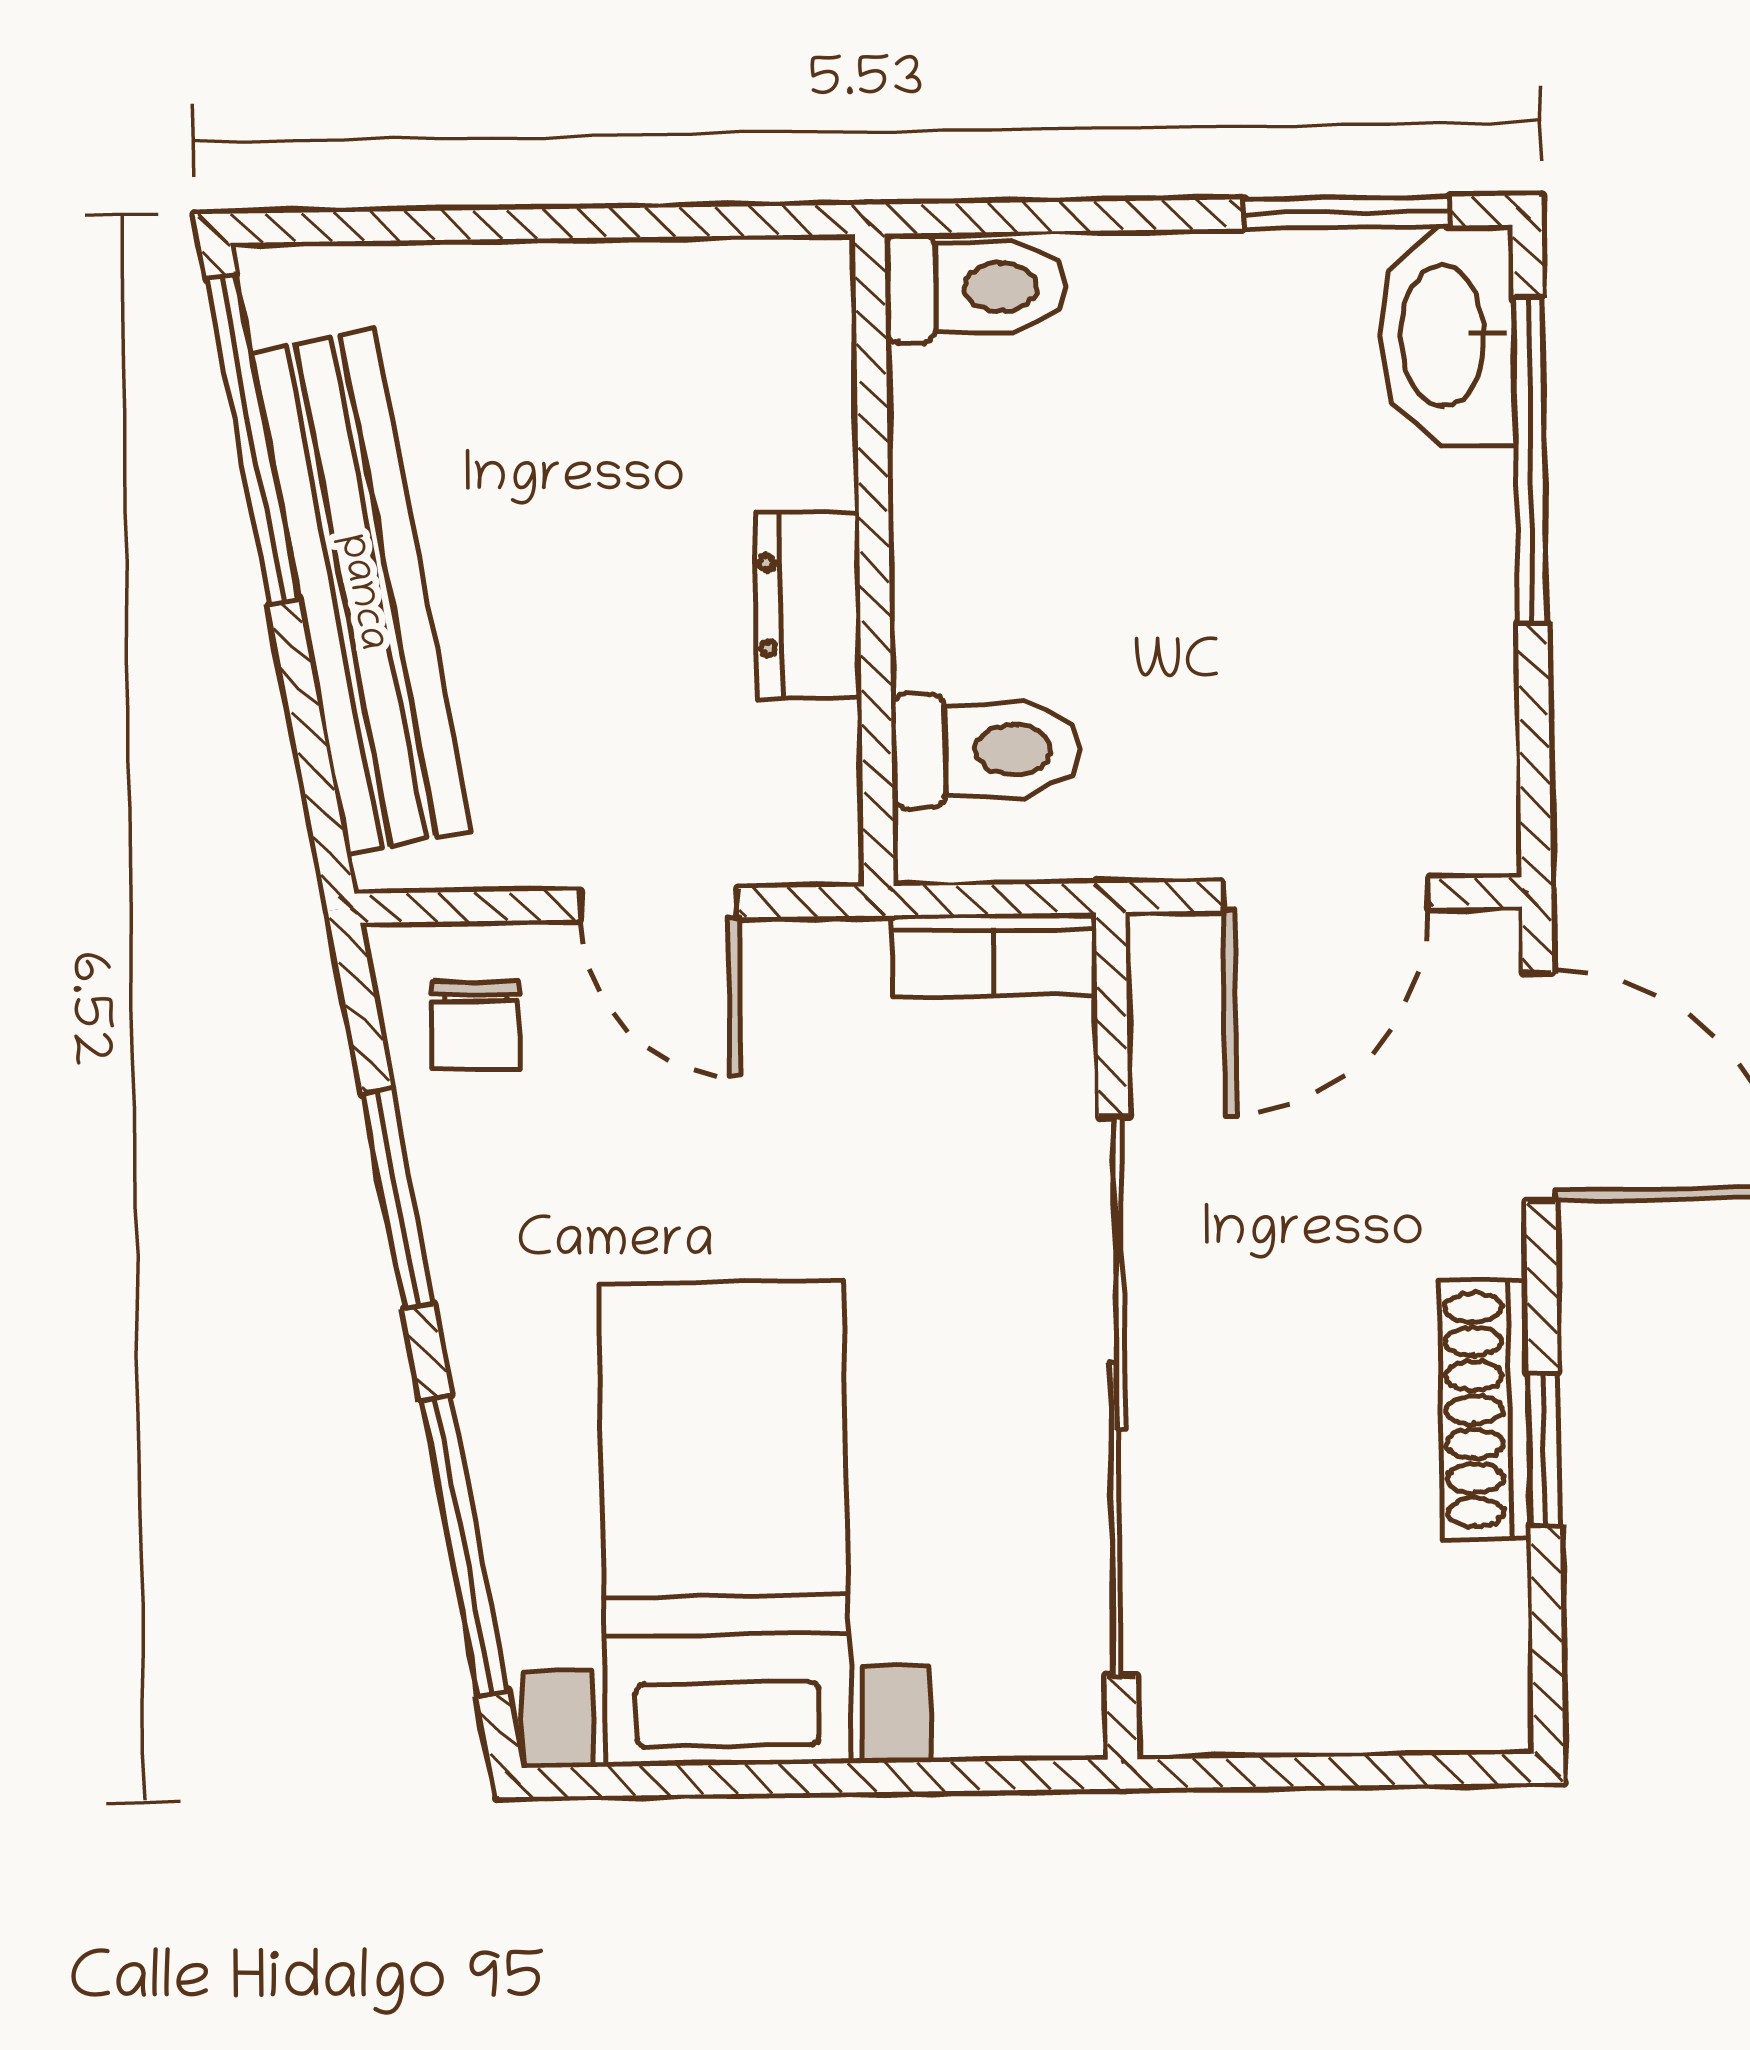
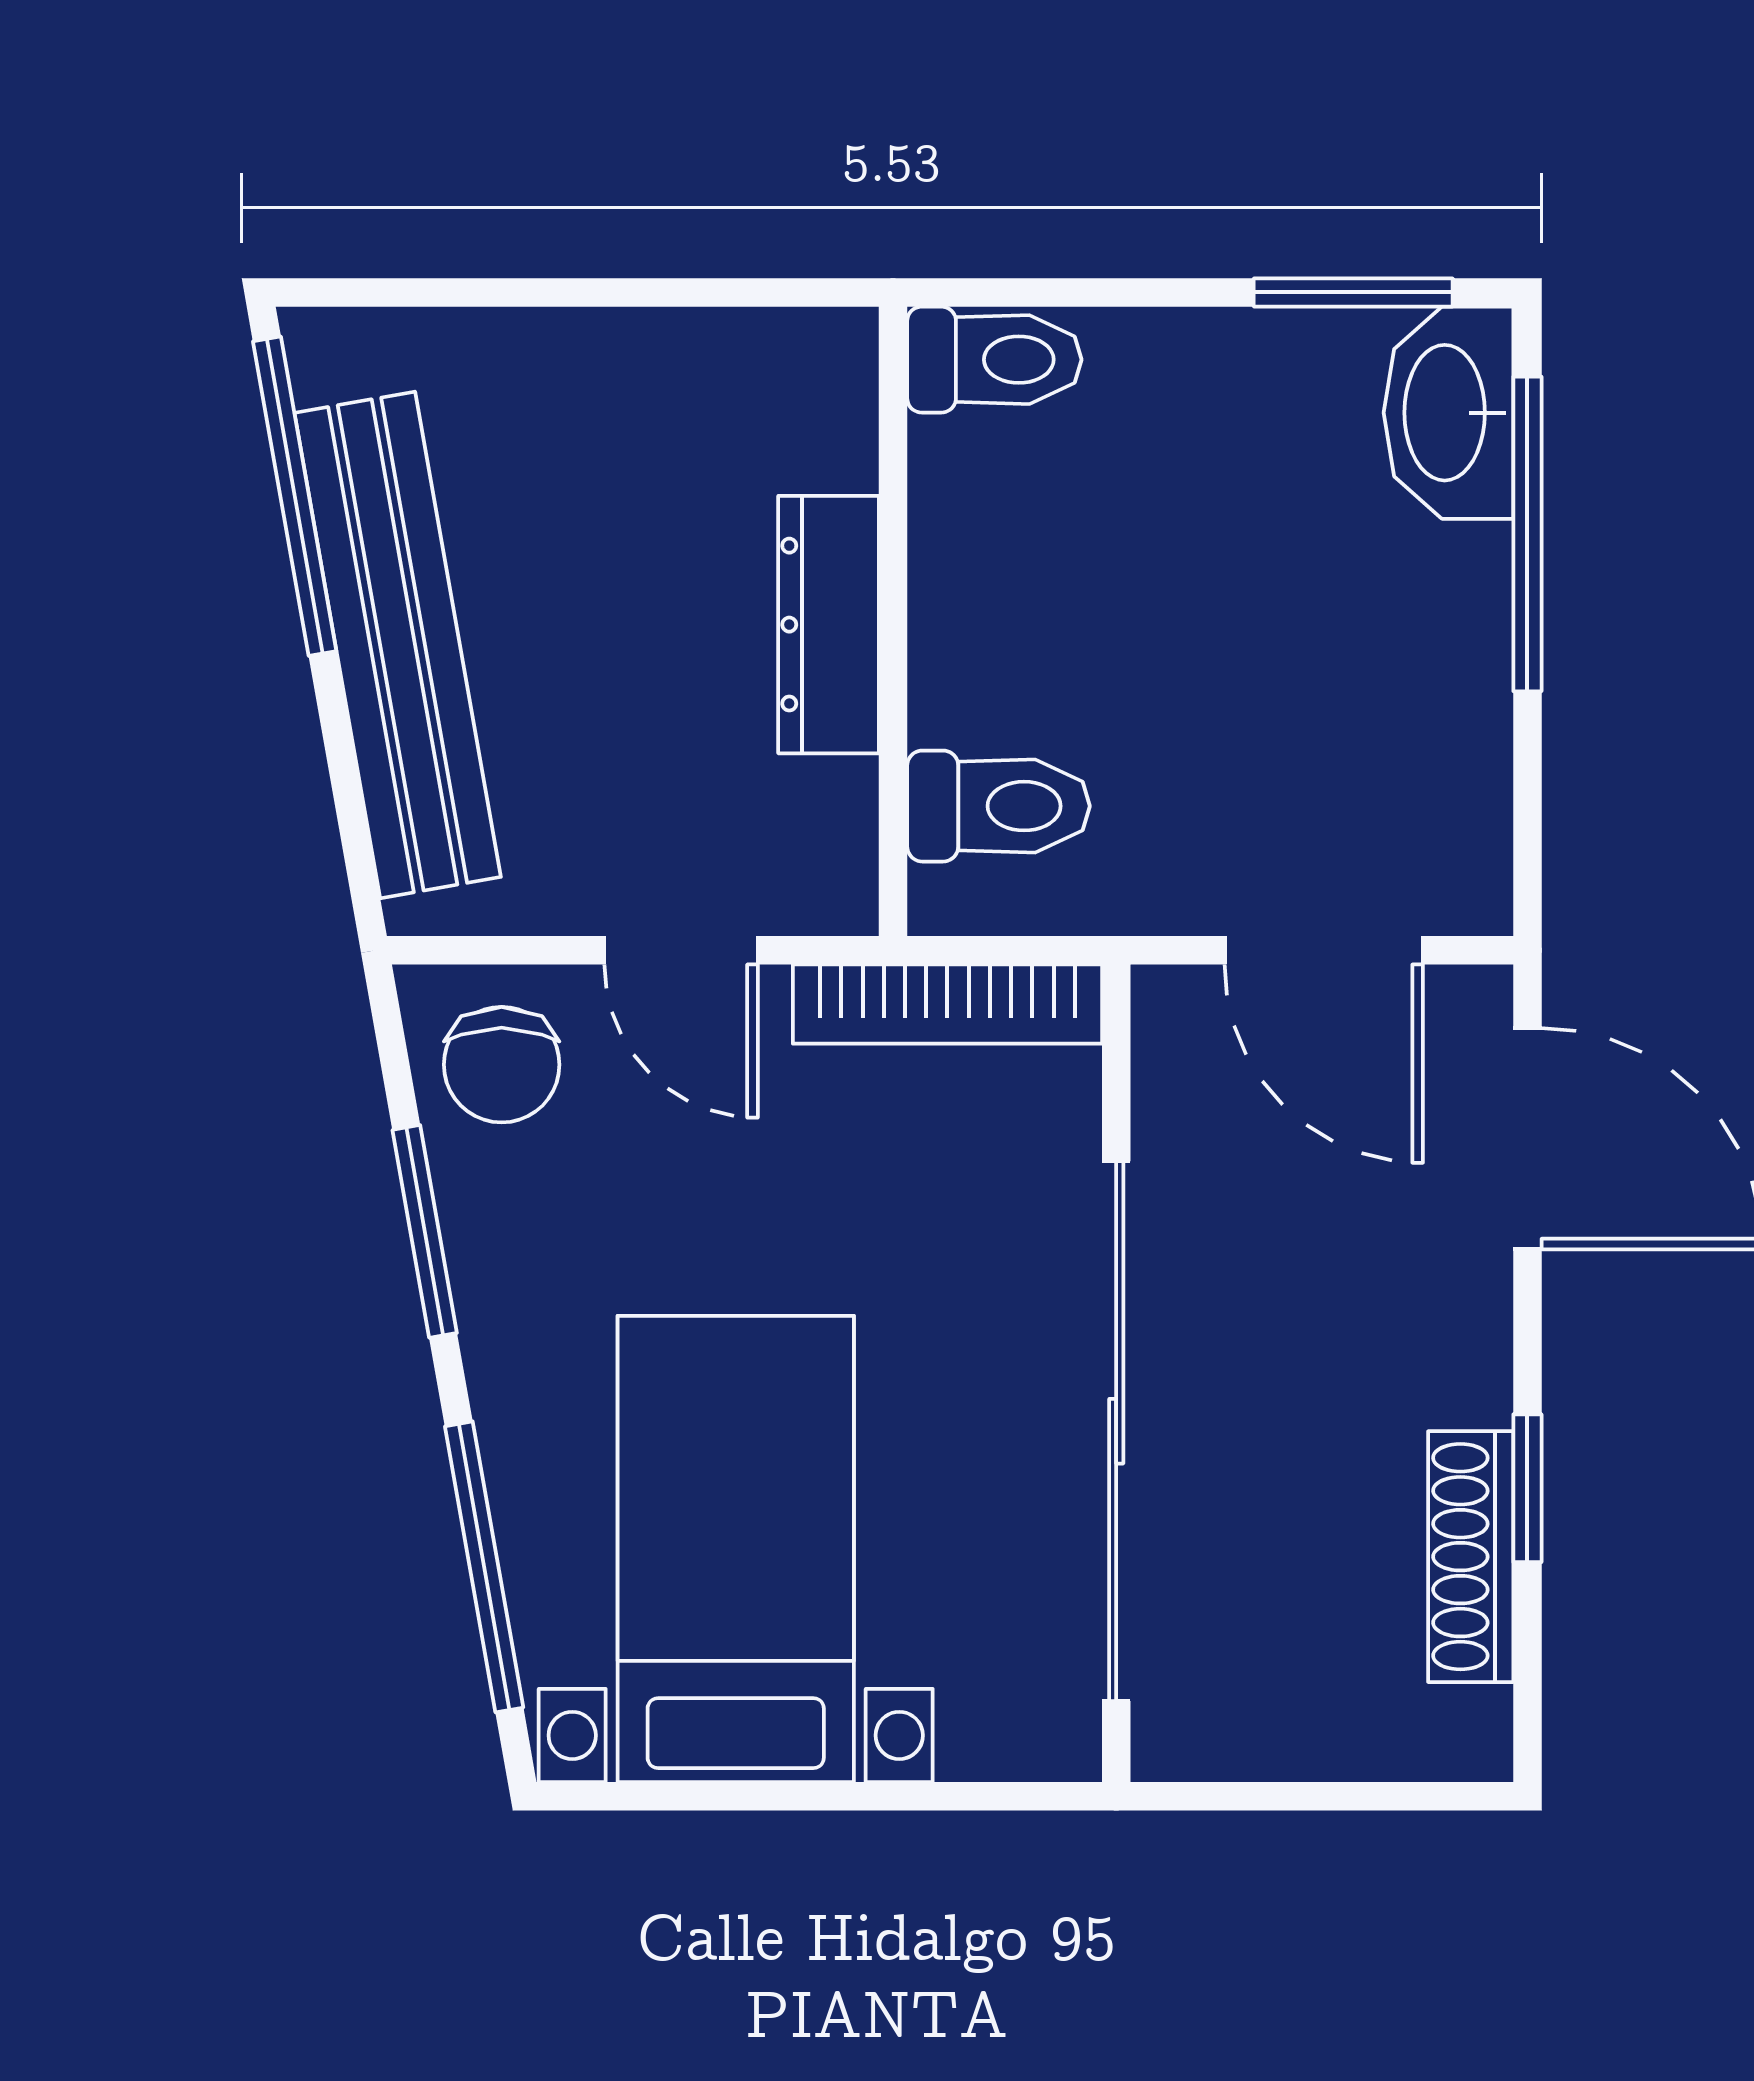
dresser: (808, 605) -> (829, 625), width x1.44
door: (1325, 895) -> (1324, 950), hinge flipped
bookcase: (994, 955) -> (947, 1004), width x1.56
chair: (475, 1025) -> (502, 1065), width x1.37, depth x1.37
shoe rack: (1485, 1410) -> (1471, 1557), moved

